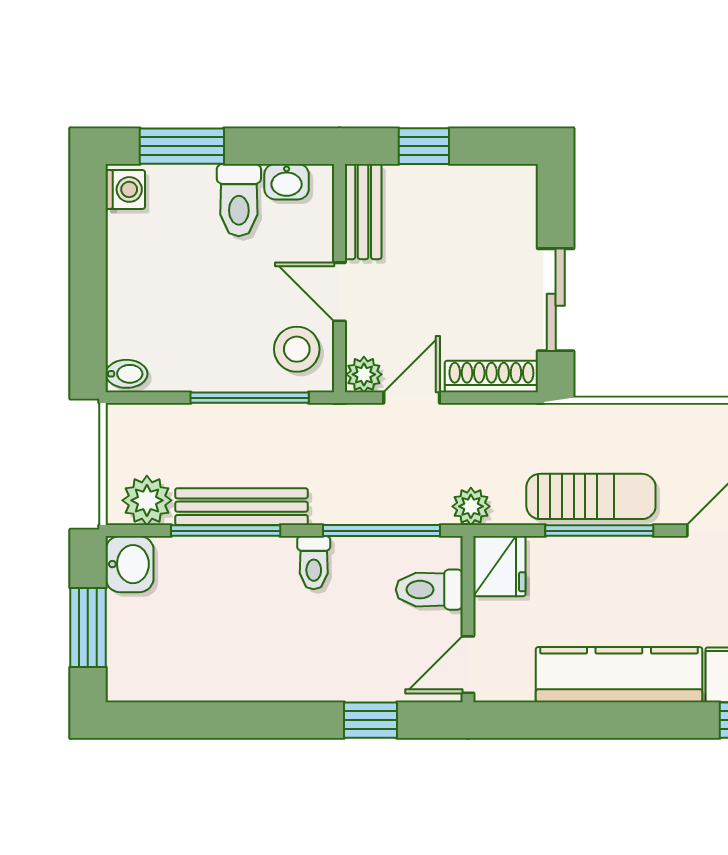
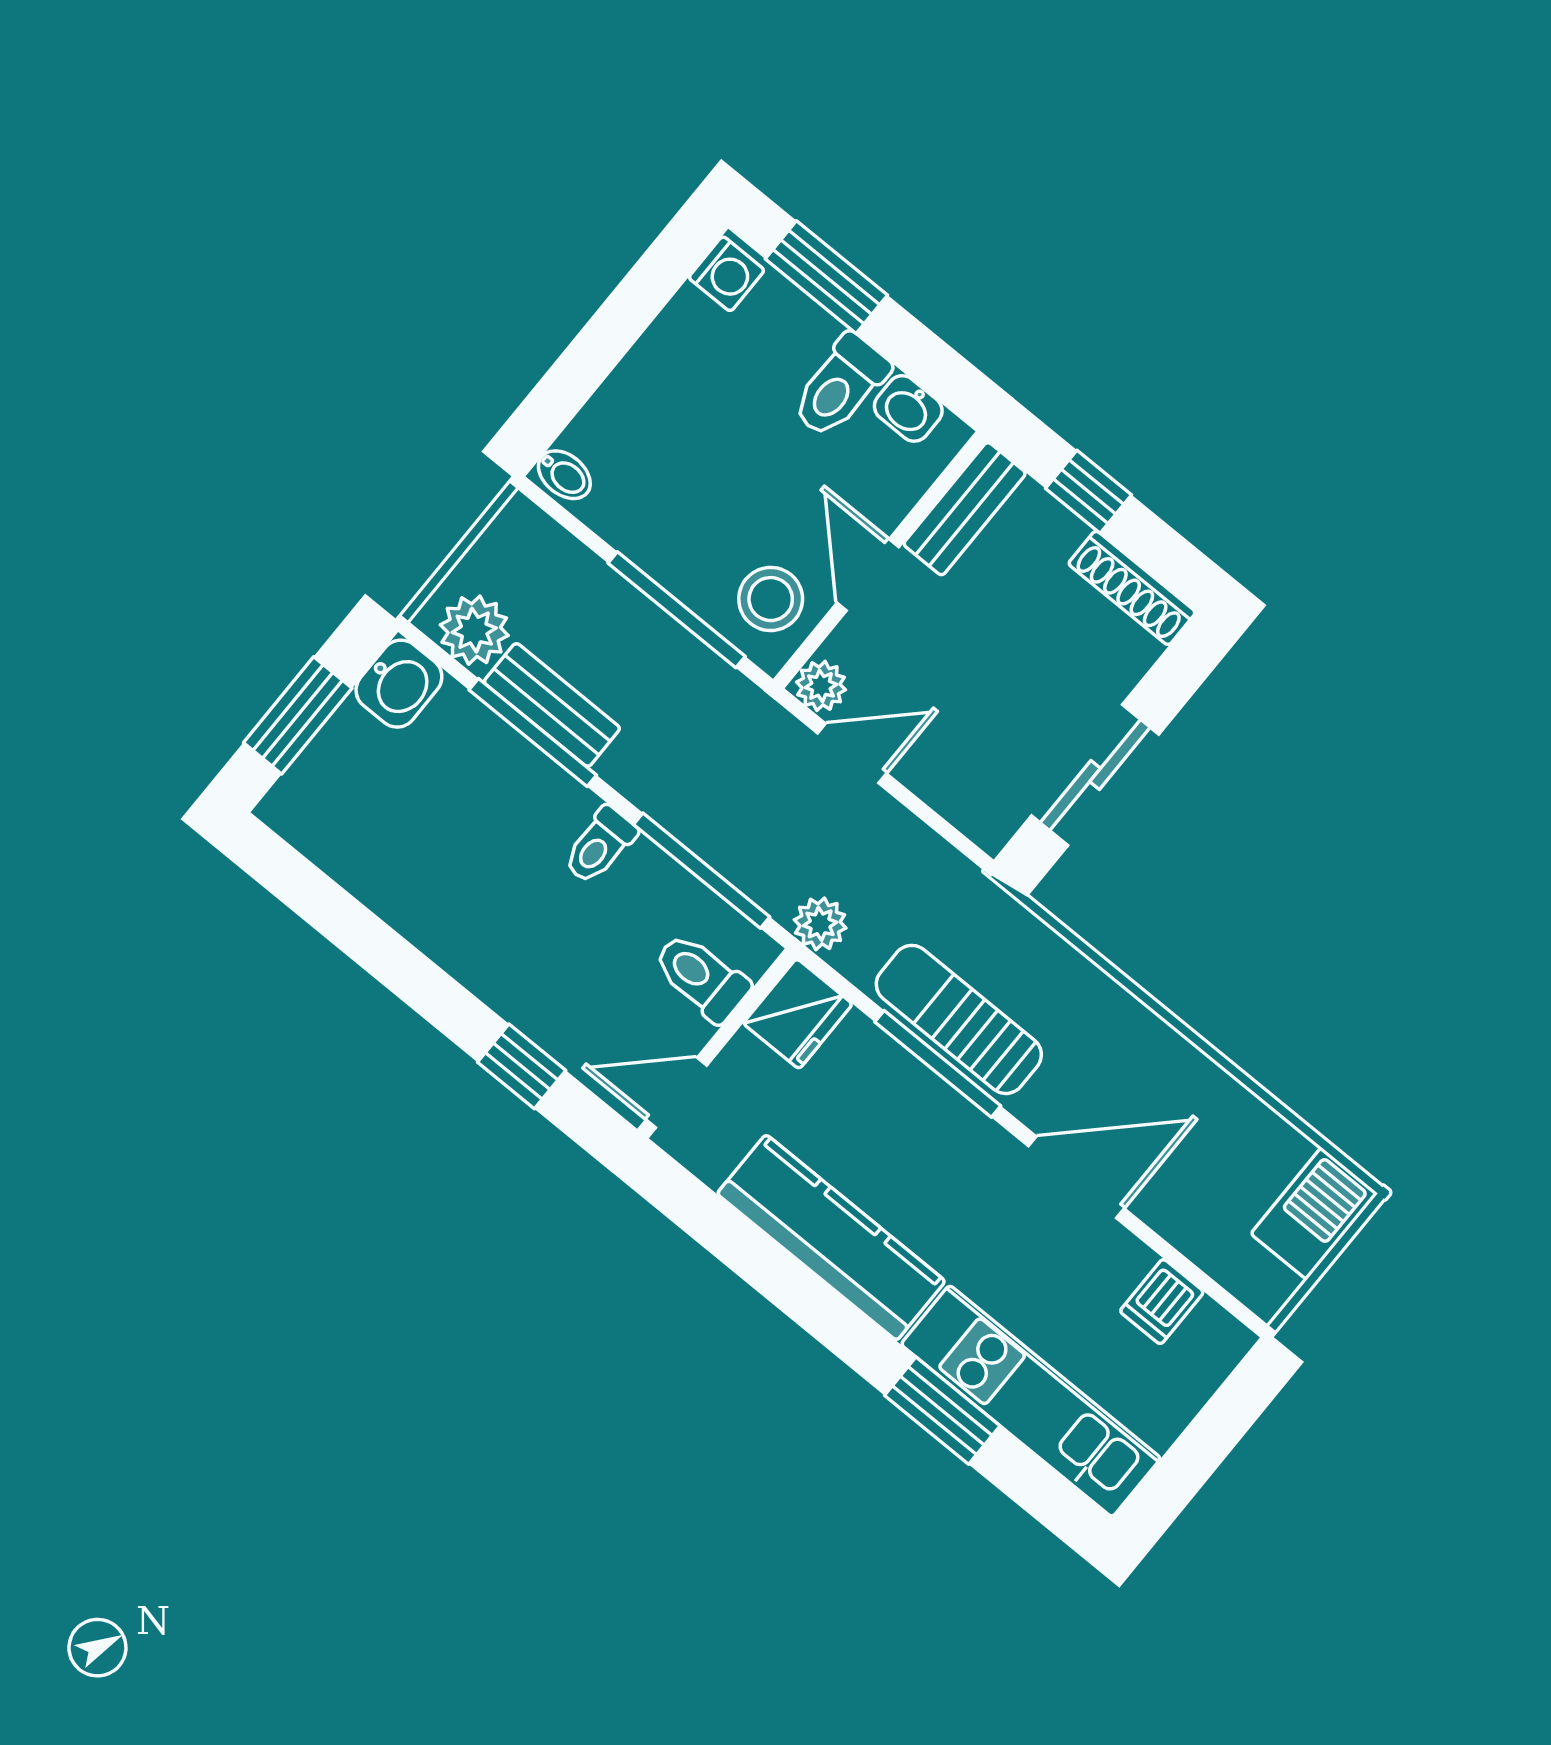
shoe rack: (491, 377) -> (1132, 588), moved, turned 180
sun lounger: (591, 496) -> (959, 1019), turned 180
bench: (241, 507) -> (552, 705), width x0.73

